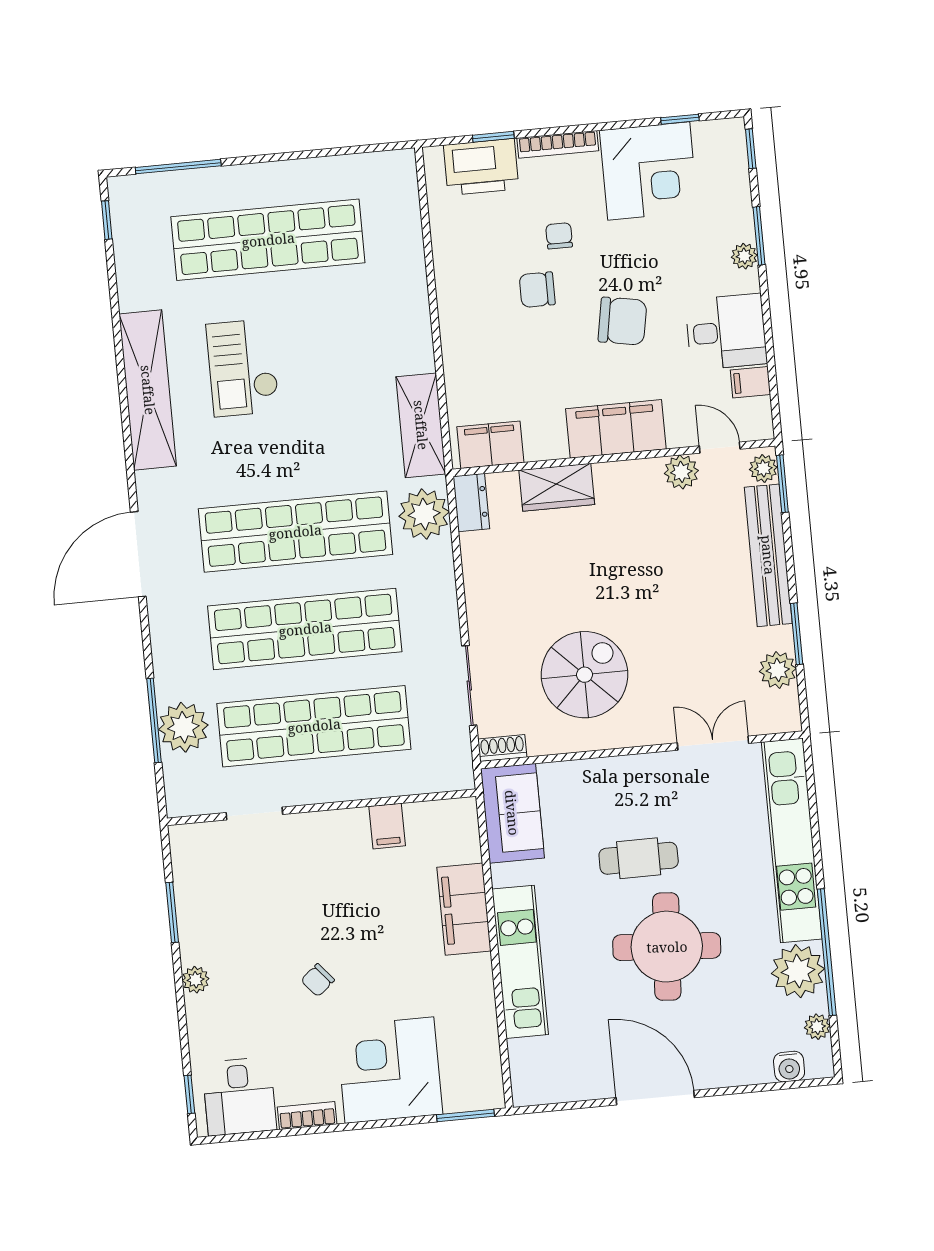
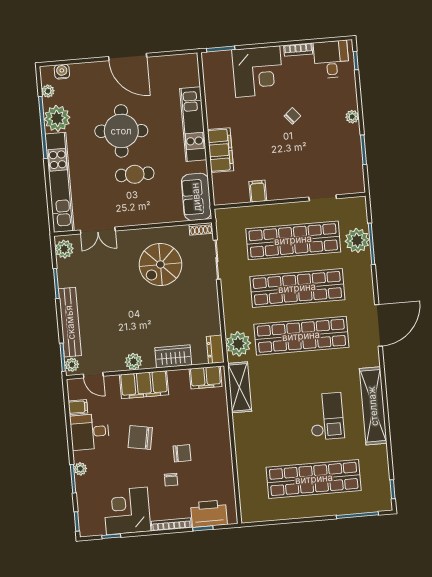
plant: (681, 472) -> (134, 362), moved
plant: (778, 670) -> (64, 249), moved

